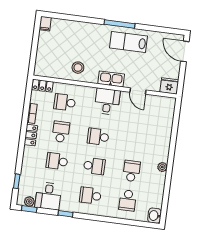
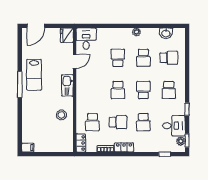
desk: (107, 101) -> (86, 39), moved, turned 90
school desk: (61, 132) -> (118, 122), turned 180
school desk: (135, 142) -> (118, 58), added
school desk: (132, 171) -> (143, 58), turned -90
washbasin: (154, 216) -> (166, 33), moved

